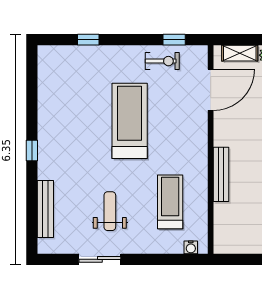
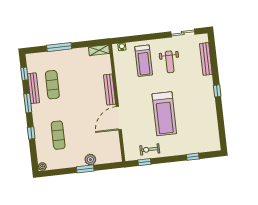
shelving: (240, 53) -> (99, 50), moved
door: (211, 90) -> (119, 118), moved
treadmill: (170, 202) -> (144, 61), moved
sliding door: (100, 259) -> (183, 33), moved

